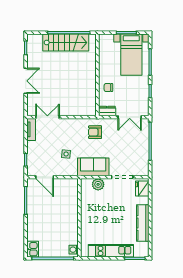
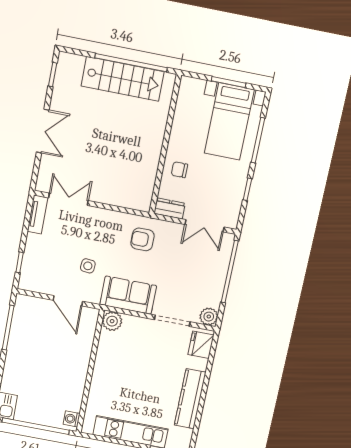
plant: (143, 170) -> (209, 317), added
door: (45, 177) -> (68, 301), moved
plant: (98, 184) -> (112, 321), moved

